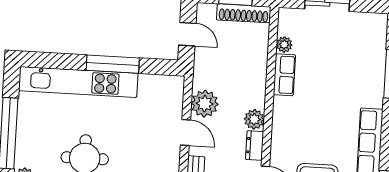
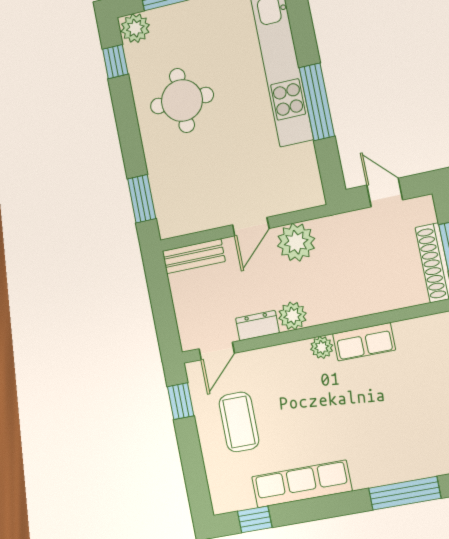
door: (187, 34) -> (385, 192), swing flipped
plant: (284, 45) -> (322, 347), moved

